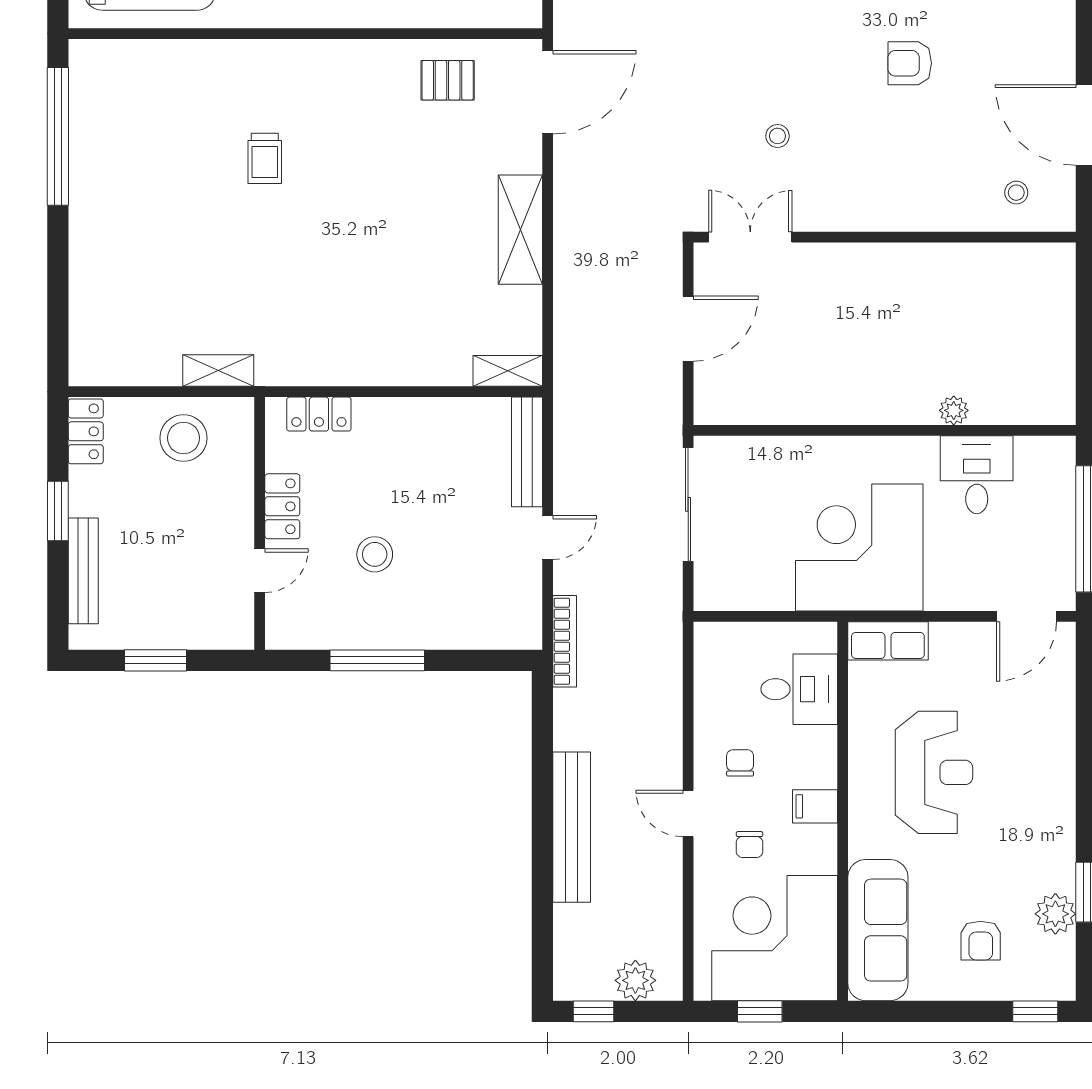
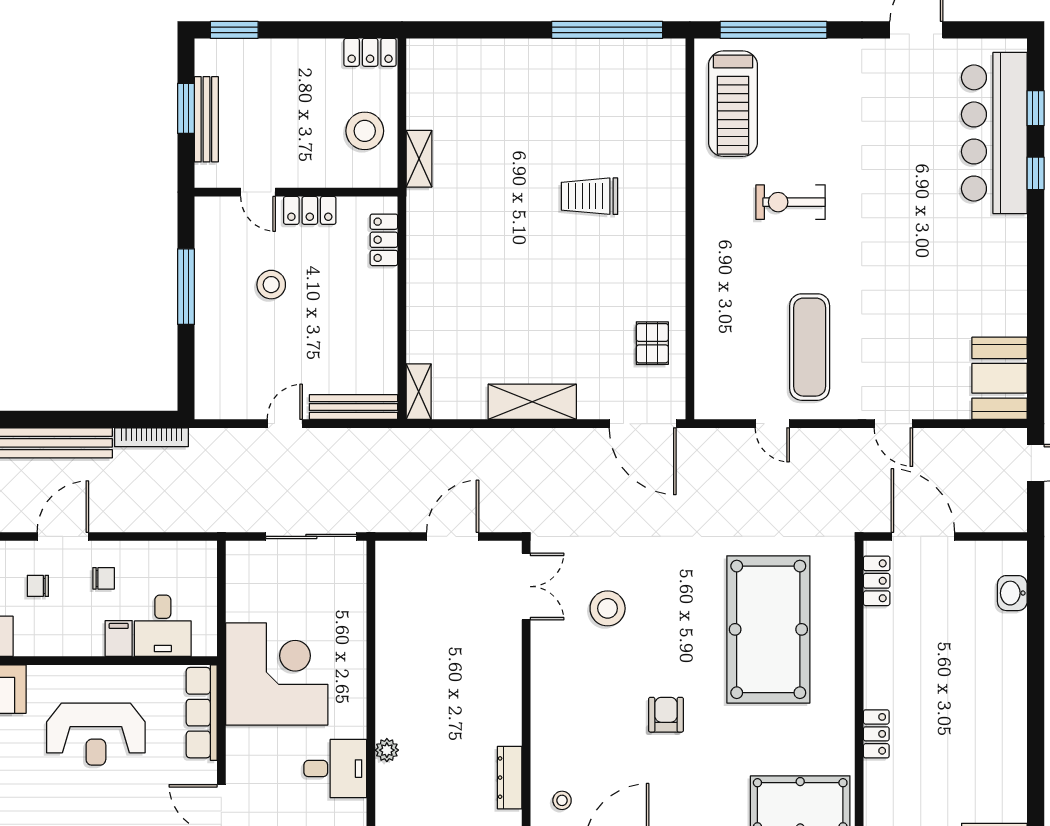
stool: (777, 136) -> (608, 608), width x1.89, depth x1.89
trolley: (265, 158) -> (590, 196), width x1.36, depth x1.39
dresser: (988, 258) -> (510, 778), added
door: (688, 329) -> (453, 536), swing flipped
window: (58, 511) -> (234, 30), moved
door: (548, 538) -> (285, 424), swing flipped
bench: (83, 571) -> (206, 119), moved, turned 90
bookcase: (565, 641) -> (151, 437), moved
row of seats: (888, 641) -> (202, 713), width x1.48
filing cabinet: (815, 806) -> (119, 639), moved
door: (688, 813) -> (63, 536), width x1.38

